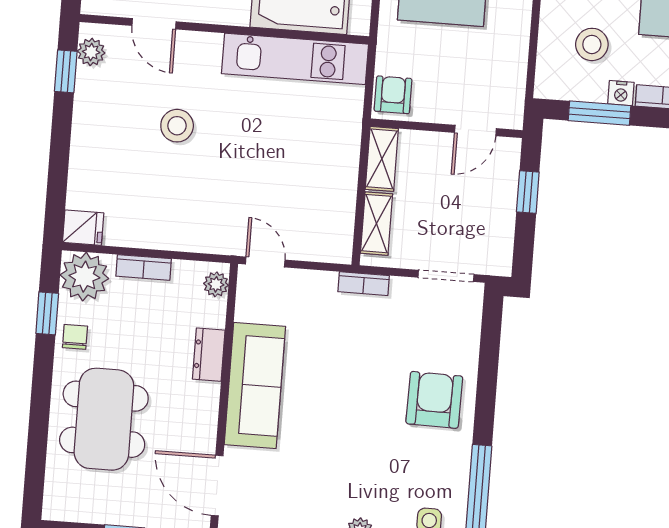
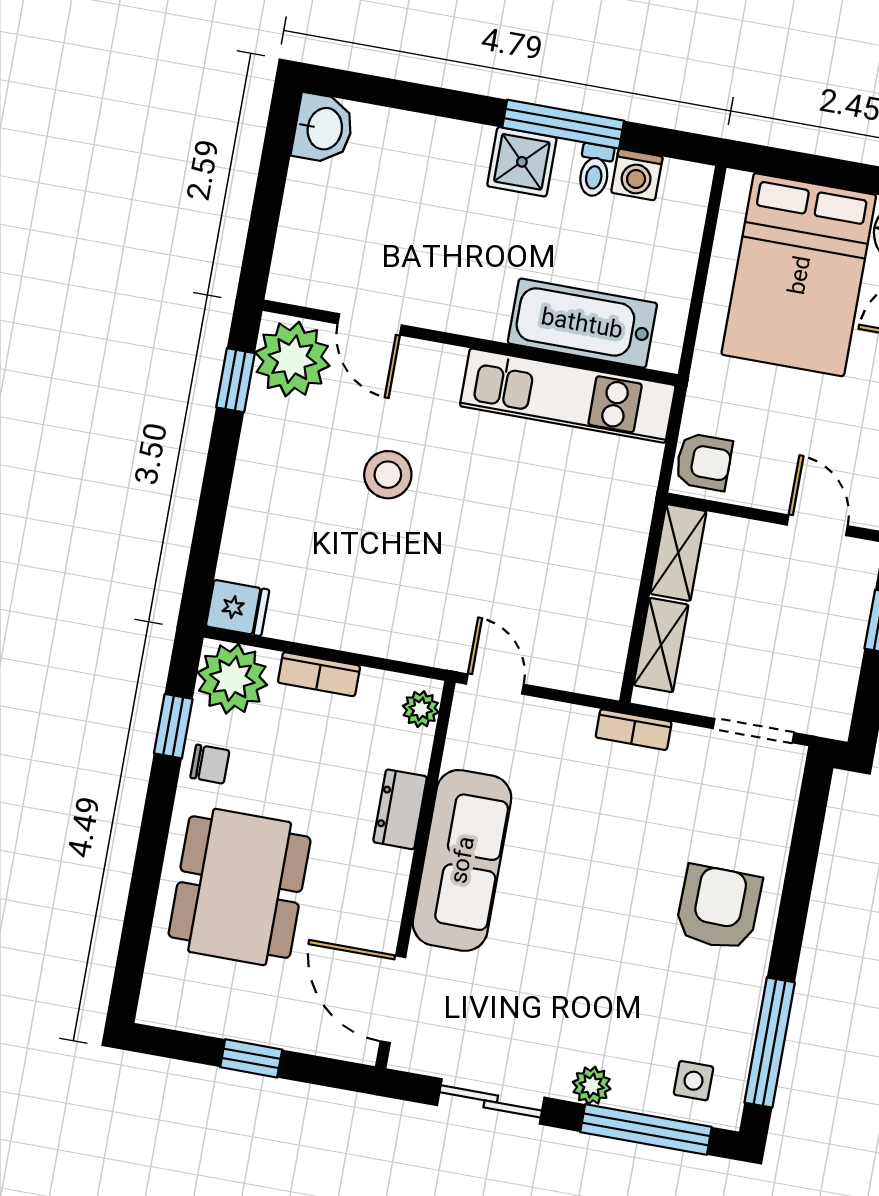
plant: (91, 52) -> (292, 359), width x1.87, depth x1.87
armchair: (393, 95) -> (704, 462), turned 90
door: (475, 131) -> (817, 525), swing flipped
chair: (75, 337) -> (210, 764), turned 90

